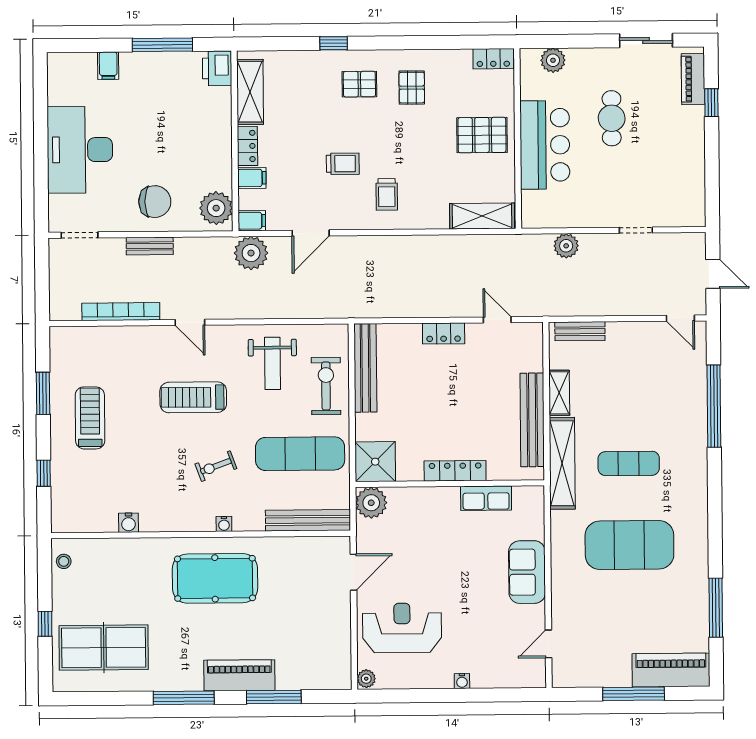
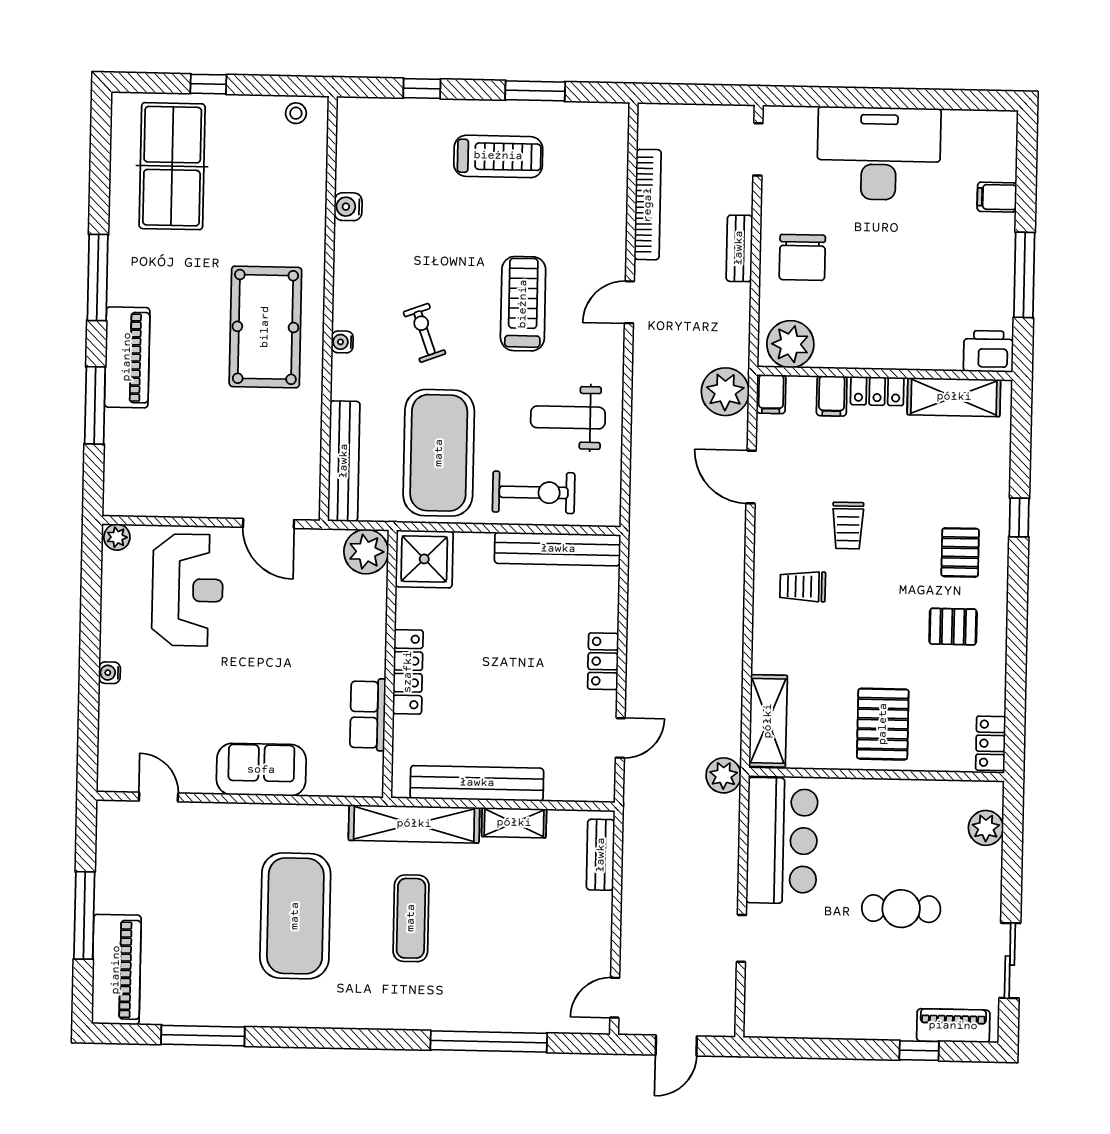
bar counter: (545, 145) -> (782, 841), moved, turned -90
plant: (566, 246) -> (724, 775), moved
exercise mat: (300, 454) -> (439, 453), width x1.47

